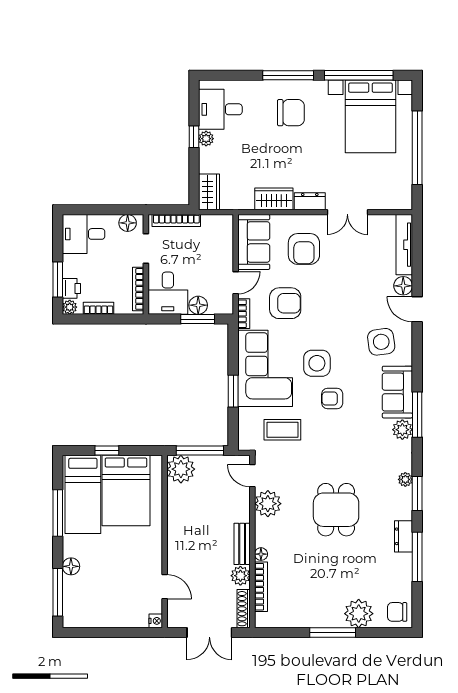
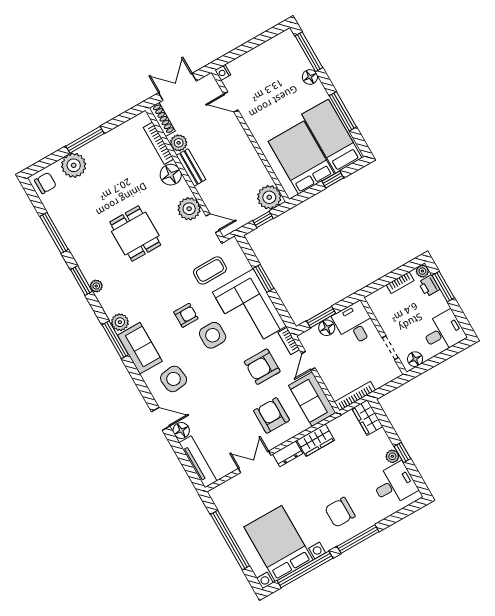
bookcase: (176, 221) -> (355, 396), moved
bookcase: (138, 289) -> (379, 314), removed
window: (200, 450) -> (263, 219), width x0.46
dresser: (404, 536) -> (73, 243), removed
floor lamp: (261, 554) -> (171, 175), width x1.89, depth x1.89

